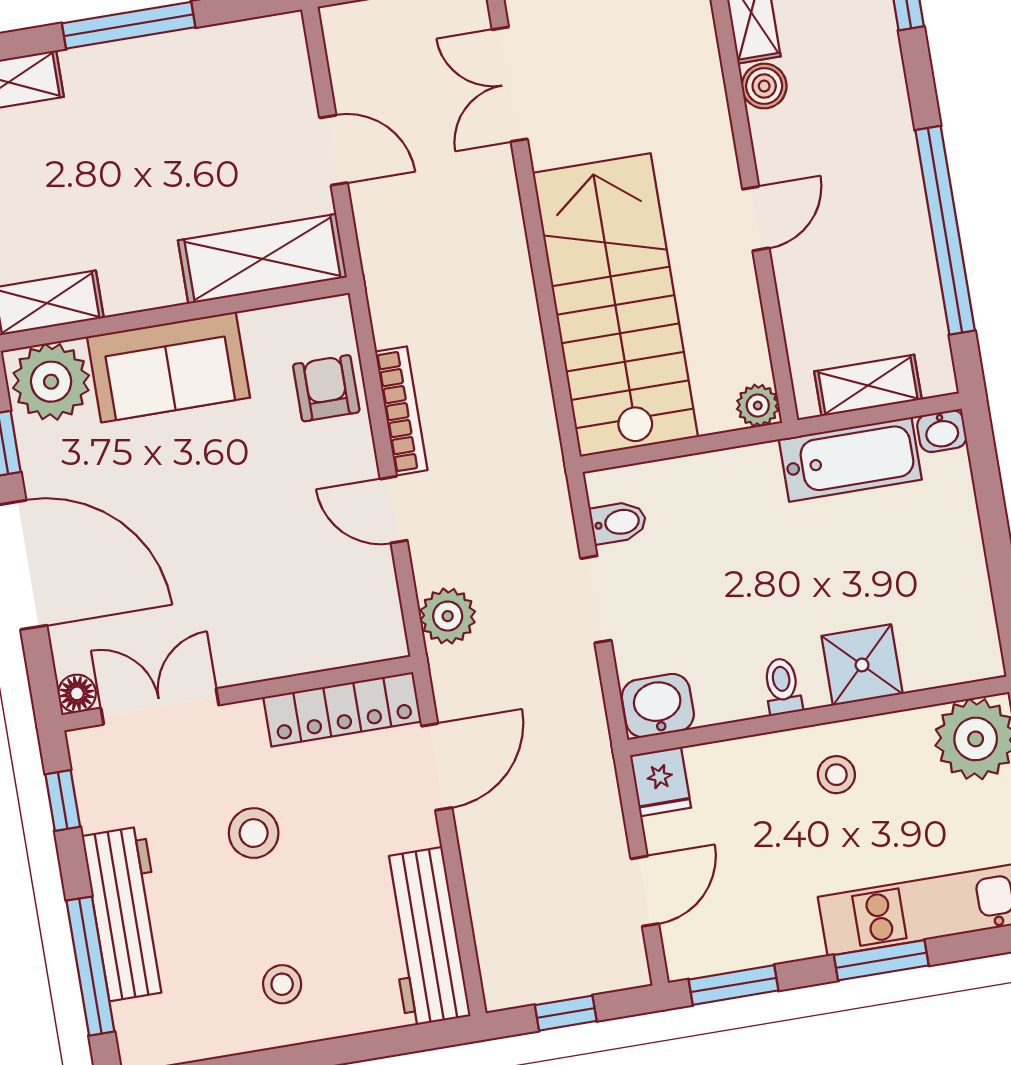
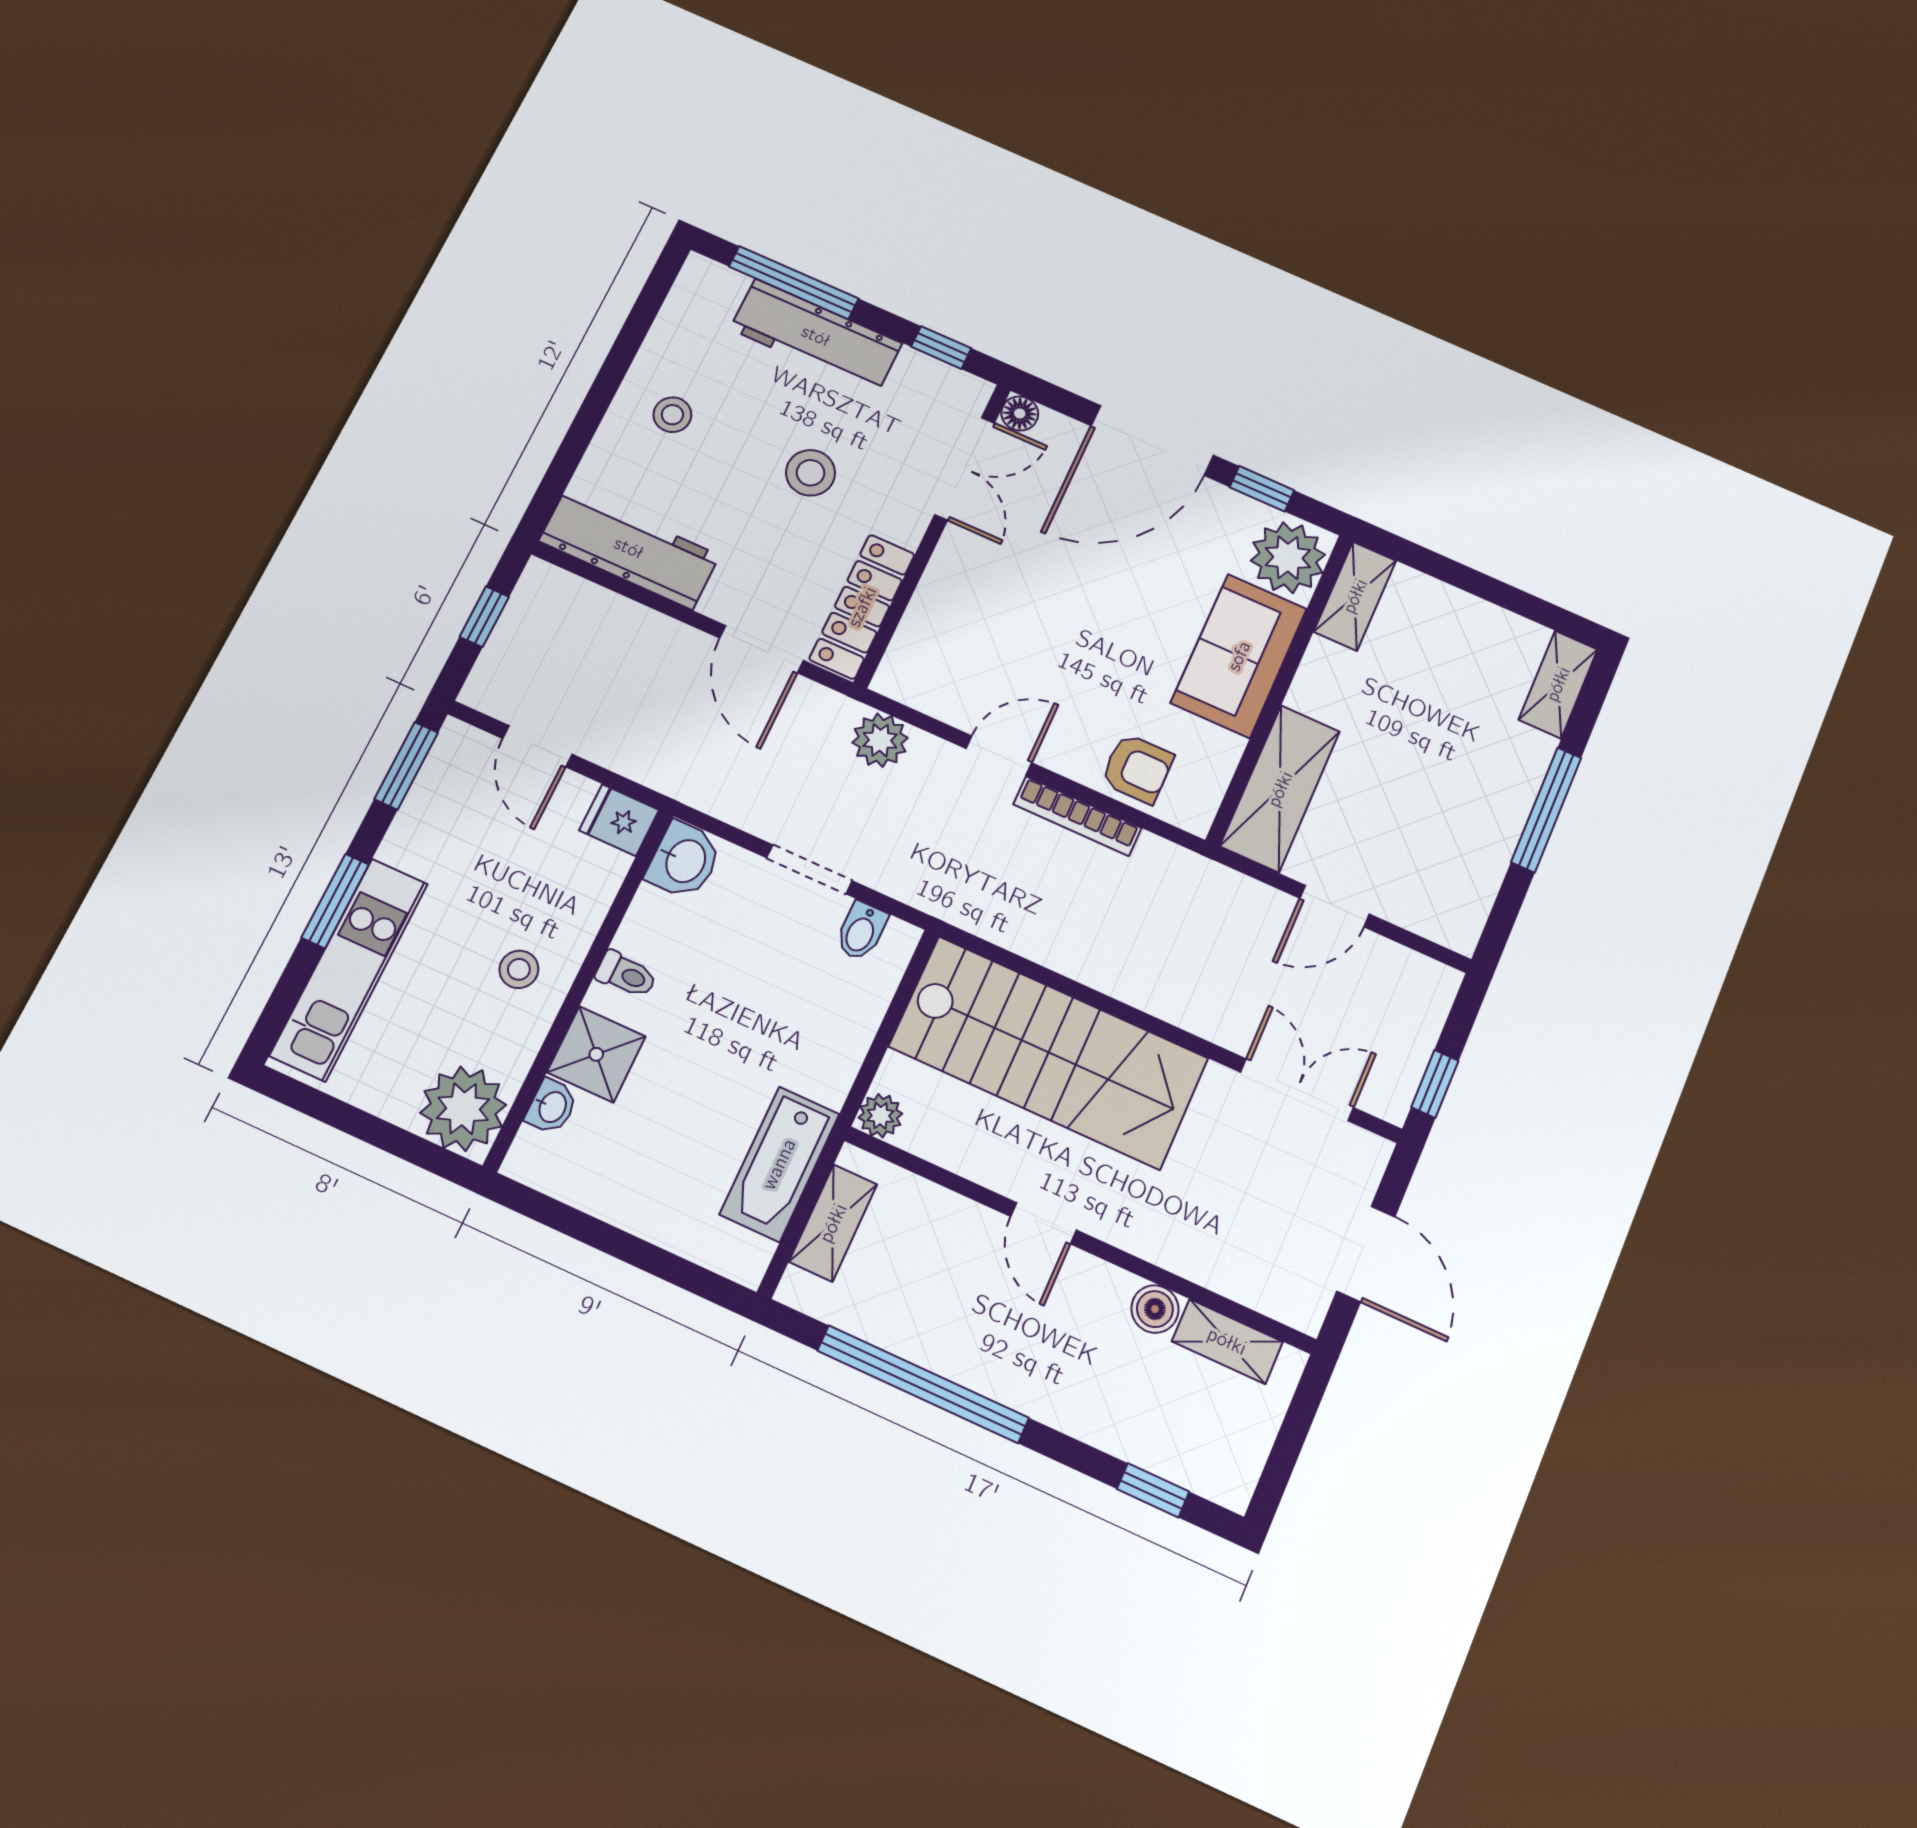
washbasin: (942, 431) -> (552, 1107), moved, turned 180

